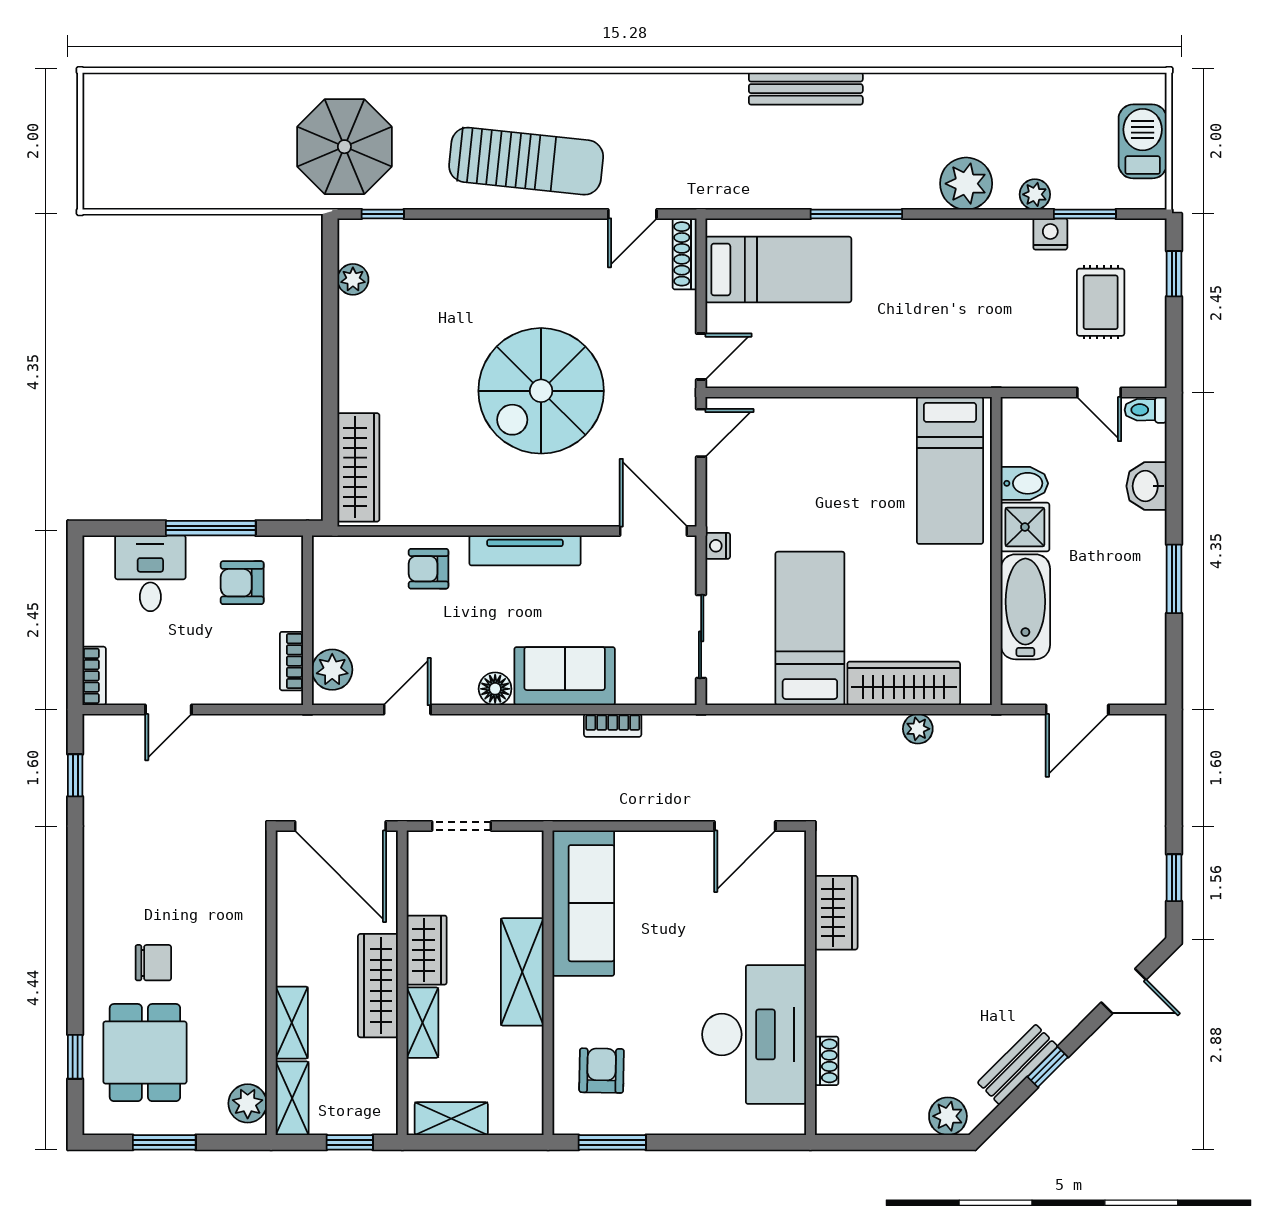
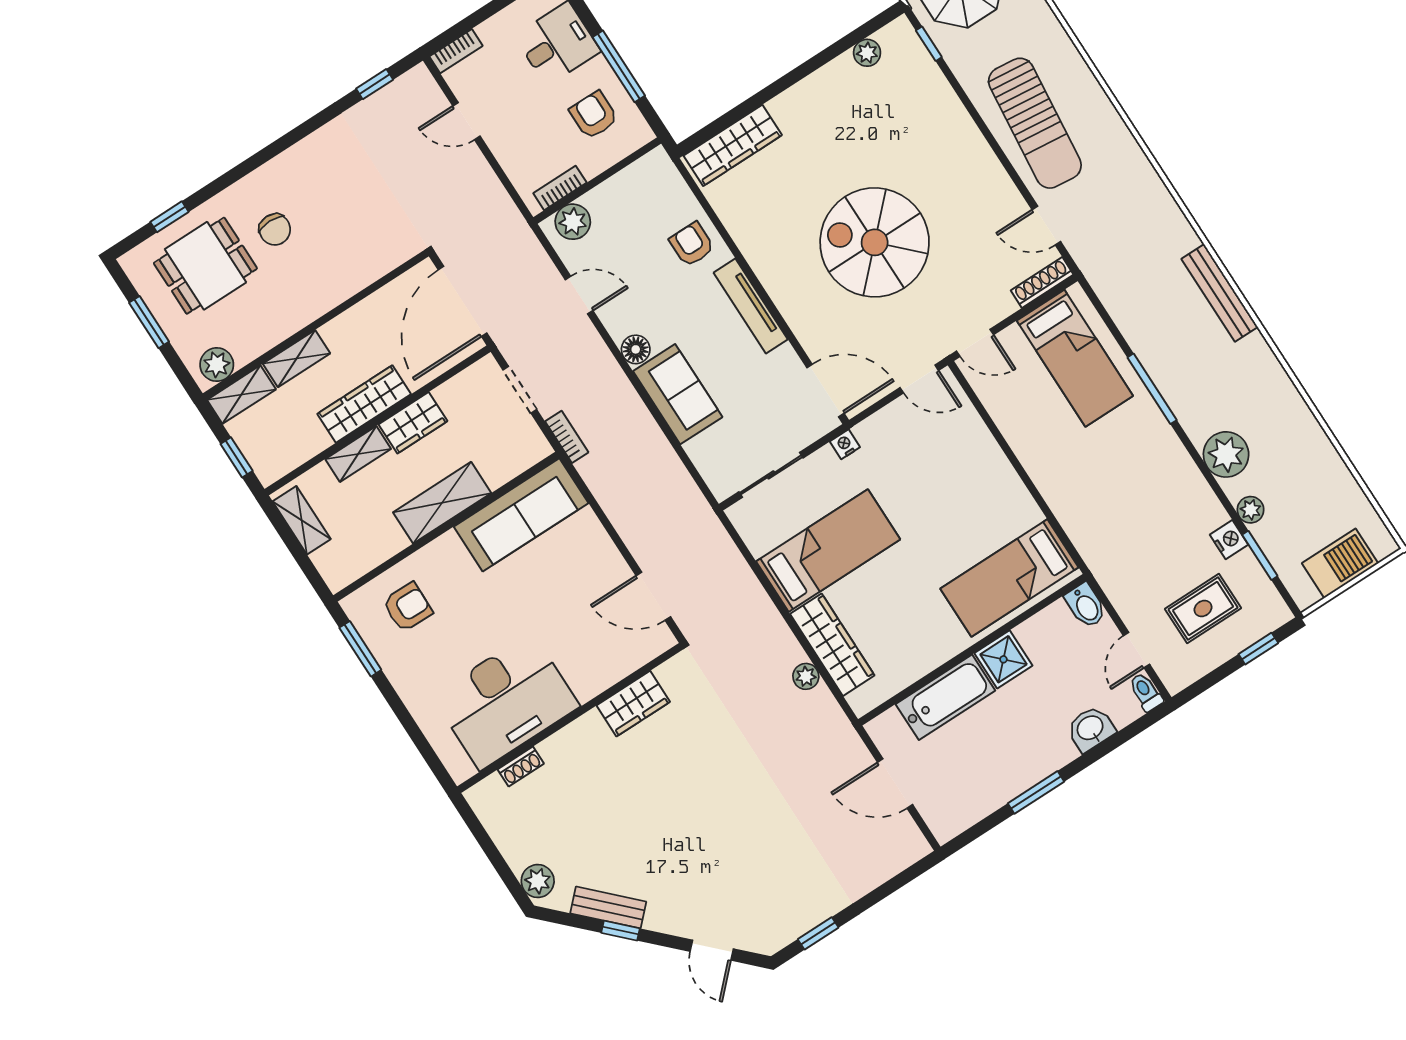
bidet: (1024, 483) -> (1086, 606), moved
door: (654, 531) -> (825, 391), hinge flipped
bookcase: (613, 725) -> (567, 437), moved, turned 180

